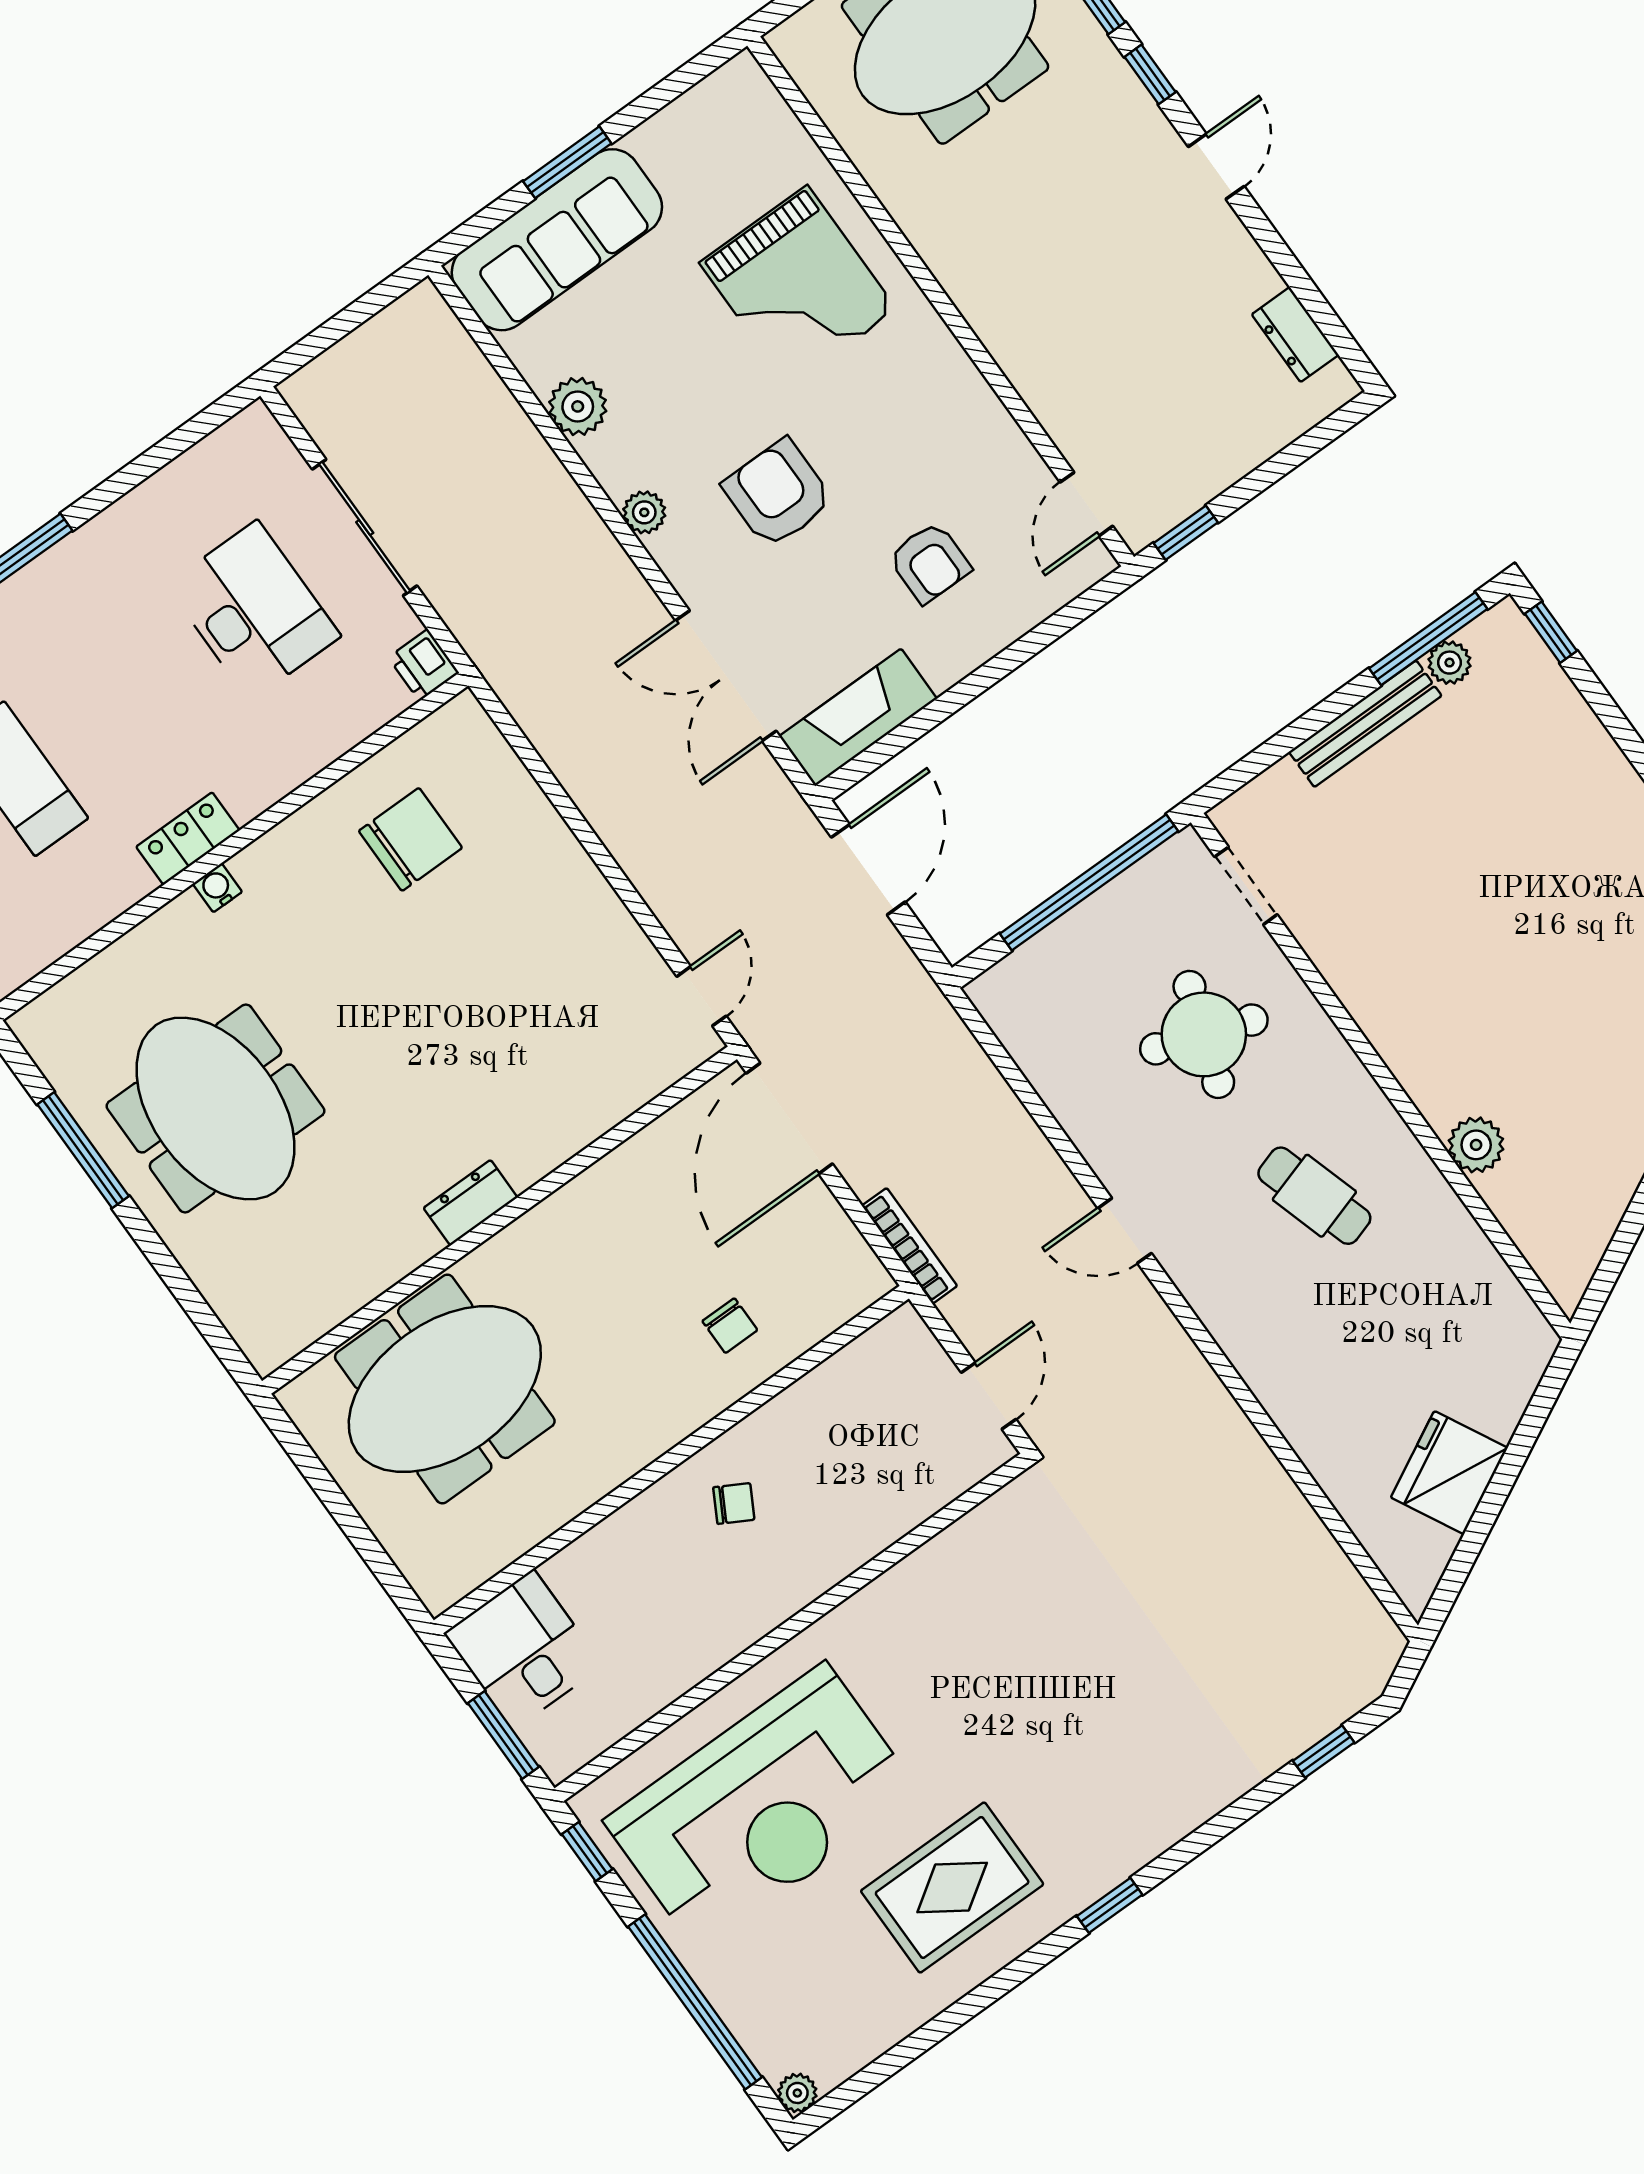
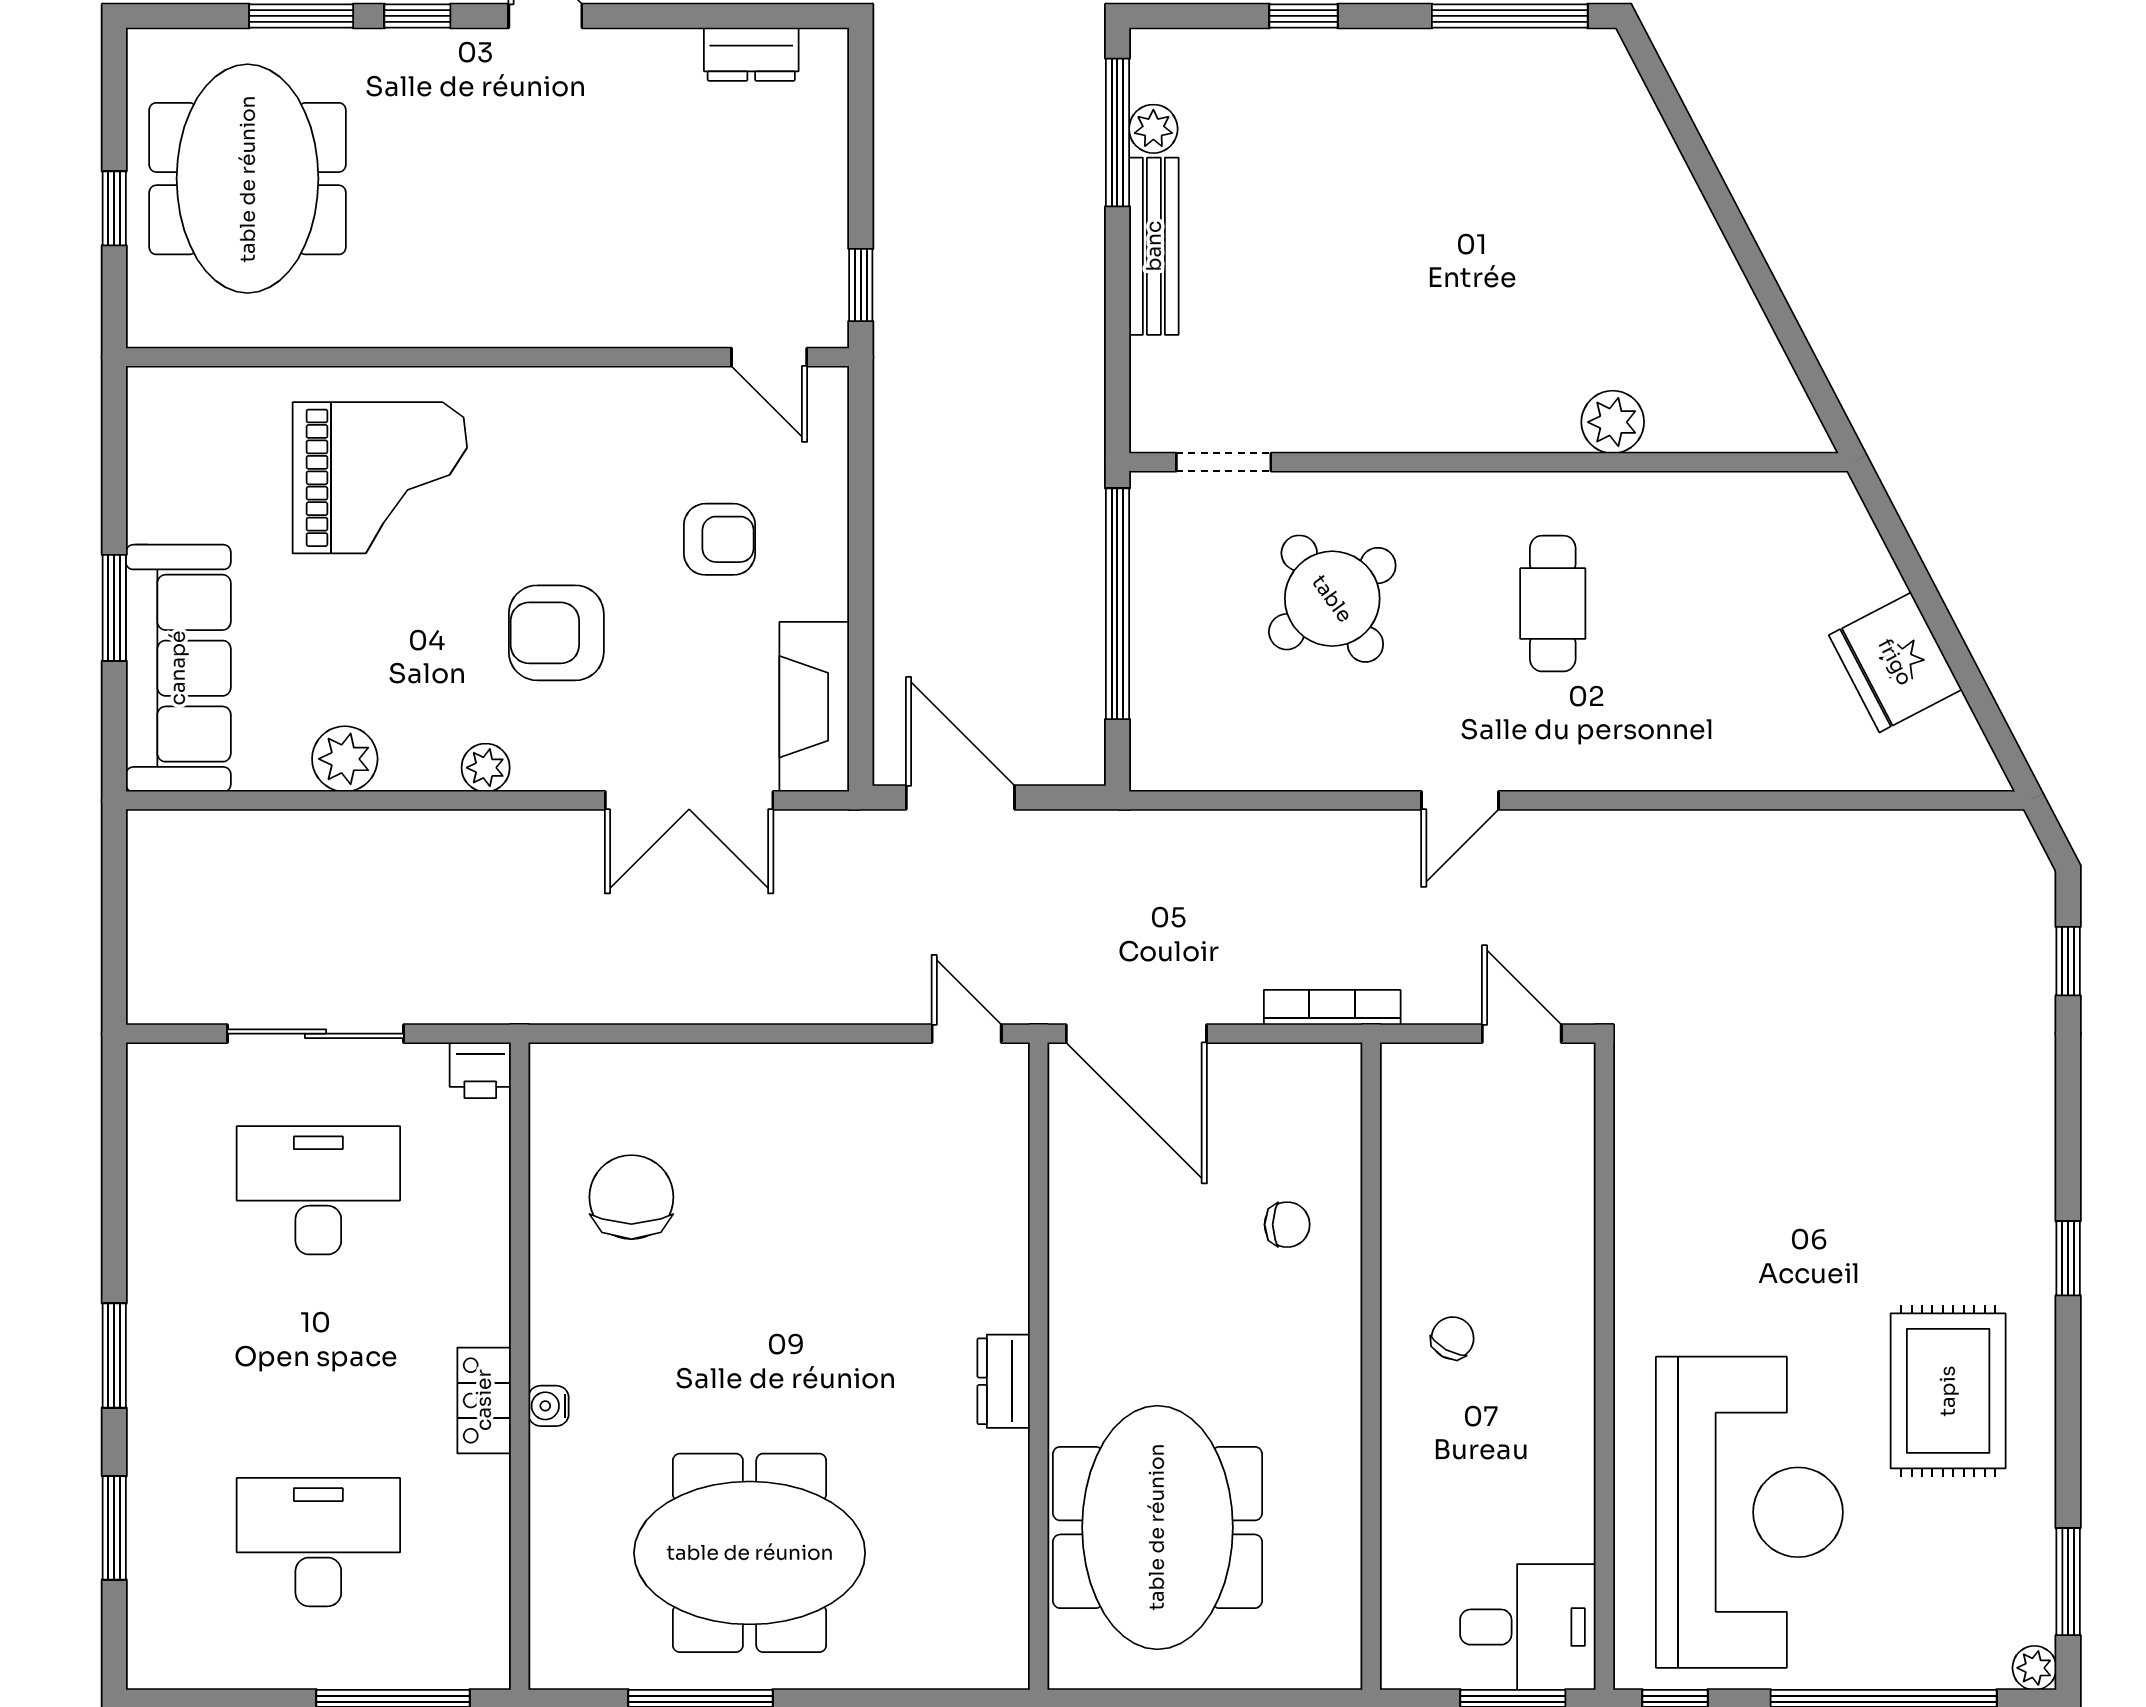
window: (1551, 632) -> (1303, 16), moved
round table: (1204, 1034) -> (1332, 599), turned 35
cafe table: (1314, 1196) -> (1553, 604), turned -73
desk: (523, 1649) -> (1528, 1627), moved, turned 180
window: (877, 2073) -> (2068, 1582), added

